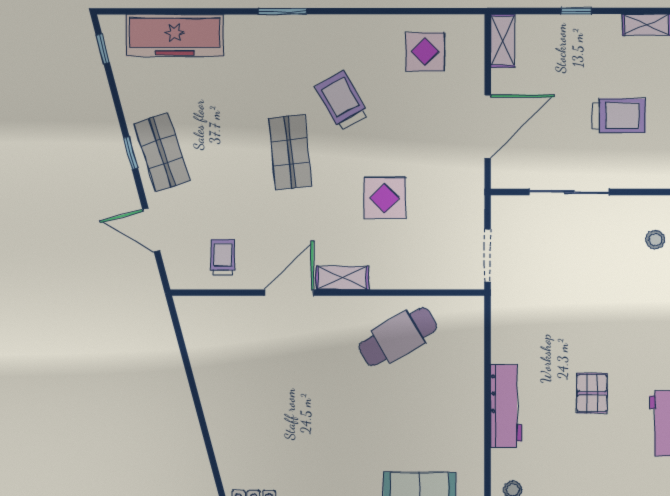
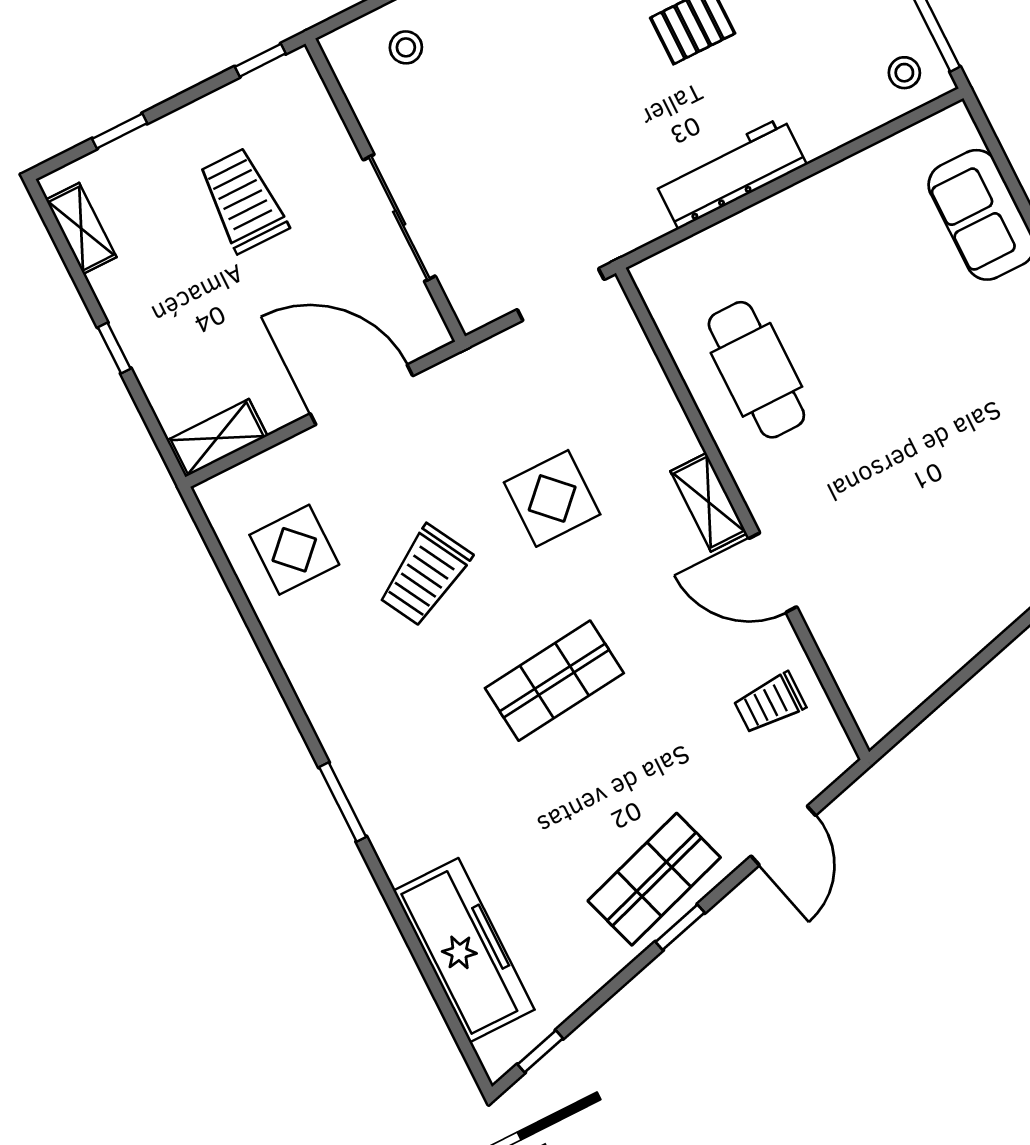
trolley: (342, 101) -> (425, 575), moved
cafe table: (398, 337) -> (756, 370), turned 30
workbench: (506, 406) -> (731, 173), moved

